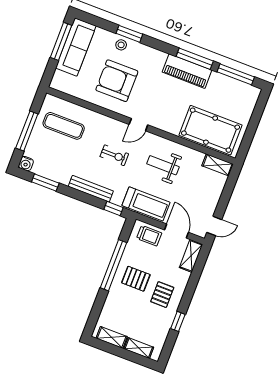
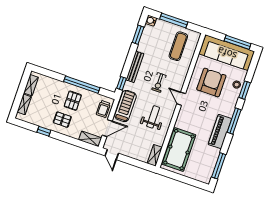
sofa: (76, 47) -> (227, 53), width x1.36, depth x1.27
window: (195, 59) -> (234, 121), moved
treadmill: (146, 204) -> (126, 106), turned 180

